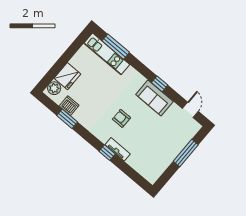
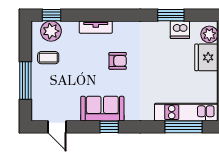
window: (107, 153) -> (52, 15), moved
coffee table: (161, 155) -> (48, 58), added
plant: (146, 169) -> (51, 31), added

